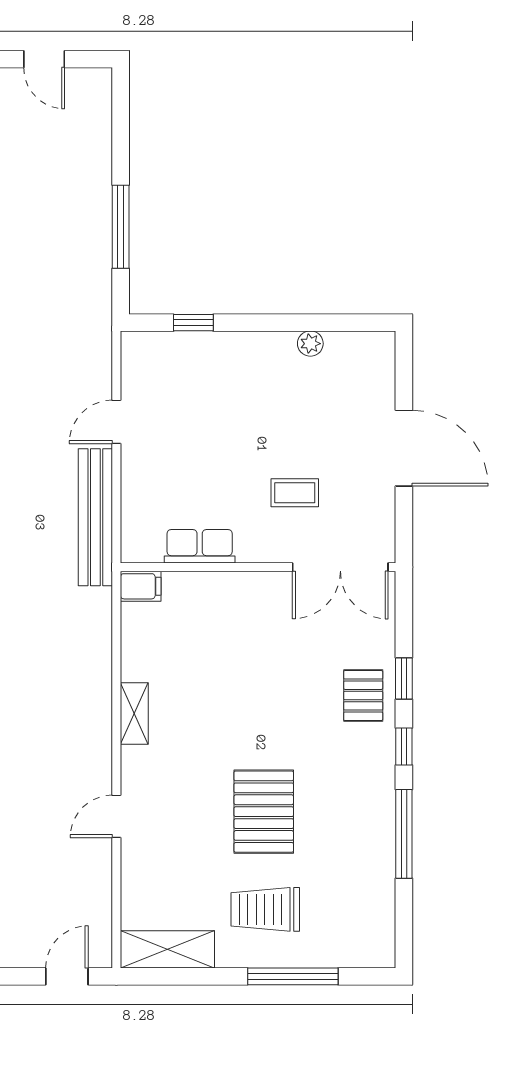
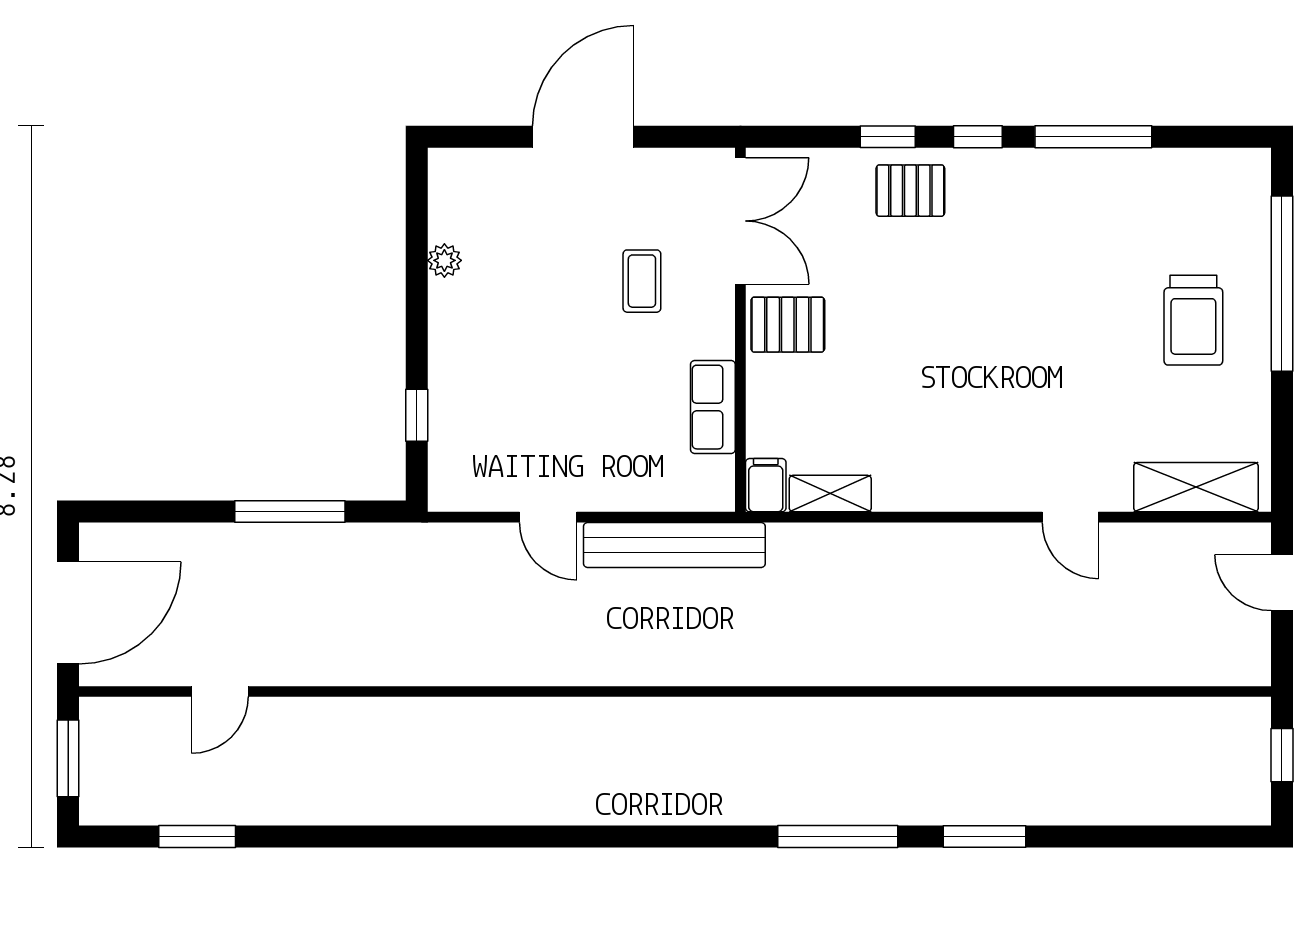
door: (44, 59) -> (68, 613), width x1.88
shelving: (134, 713) -> (830, 494), moved
pallet: (264, 812) -> (788, 325), moved, width x0.67, depth x0.71
shelving: (167, 949) -> (1196, 487), moved, turned 90
window: (293, 976) -> (1282, 284), width x1.46

